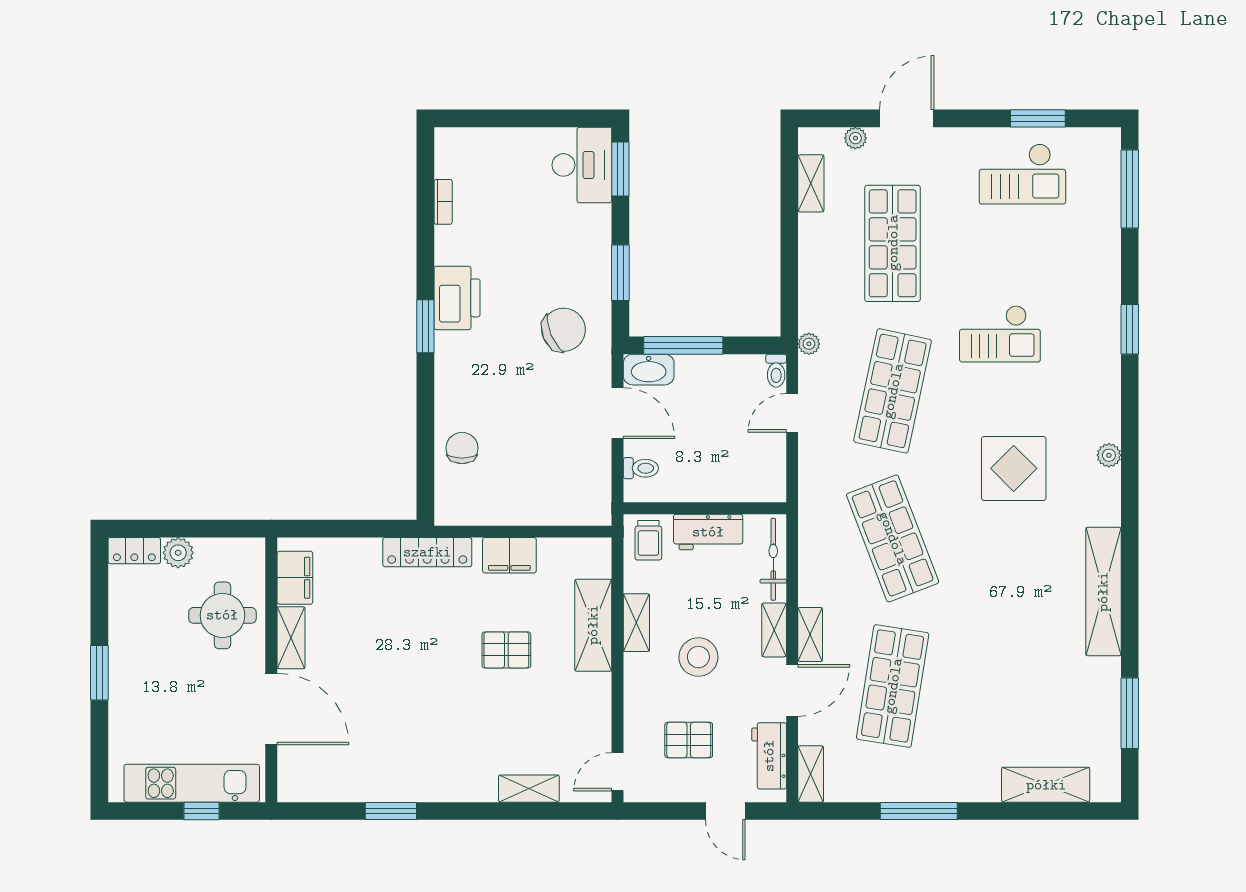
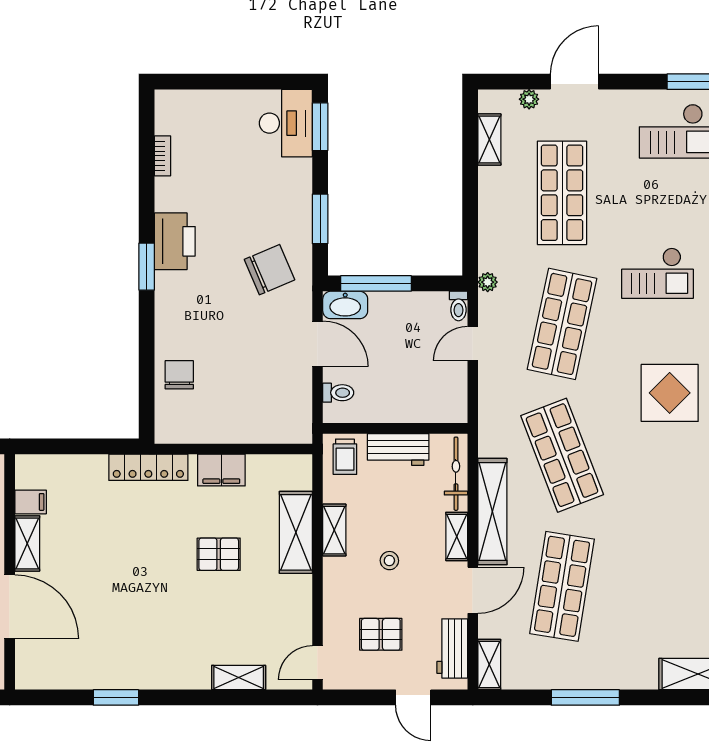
filing cabinet: (295, 578) -> (31, 502), width x0.50
shelving: (810, 635) -> (492, 512), width x2.20, depth x1.33
stool: (698, 657) -> (389, 561), width x0.53, depth x0.53

